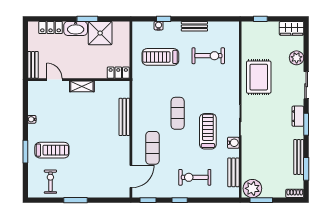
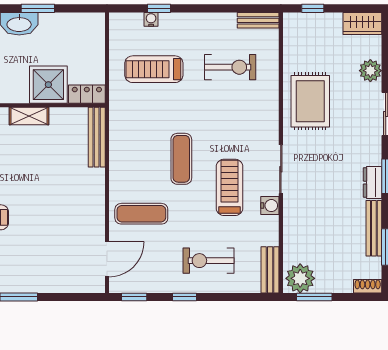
bench: (194, 26) -> (258, 20), moved
shower: (100, 33) -> (48, 85), moved
dresser: (298, 116) -> (373, 183), moved
bench: (124, 117) -> (97, 137), moved
exercise mat: (152, 148) -> (141, 214), turned 90
bench: (233, 172) -> (270, 270), moved

